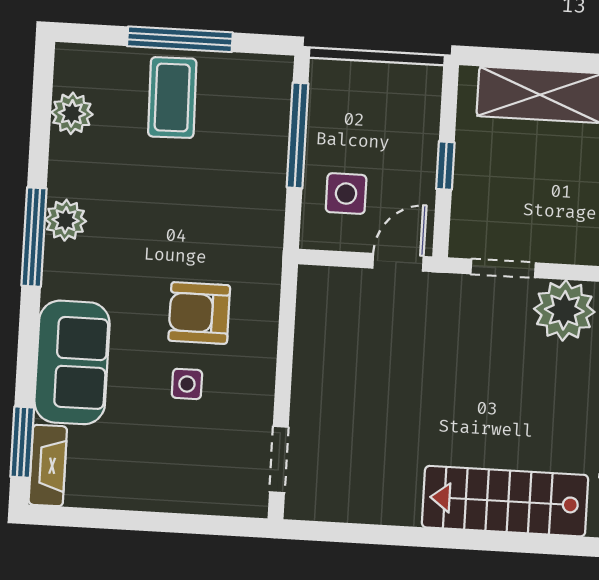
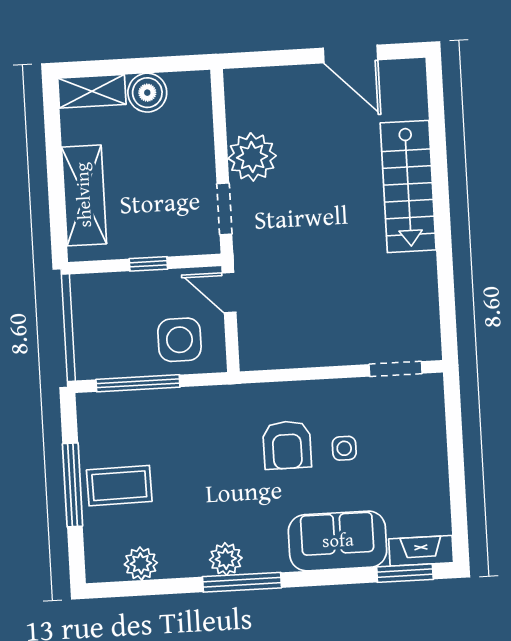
side table: (346, 194) -> (179, 340), width x1.37, depth x1.37

